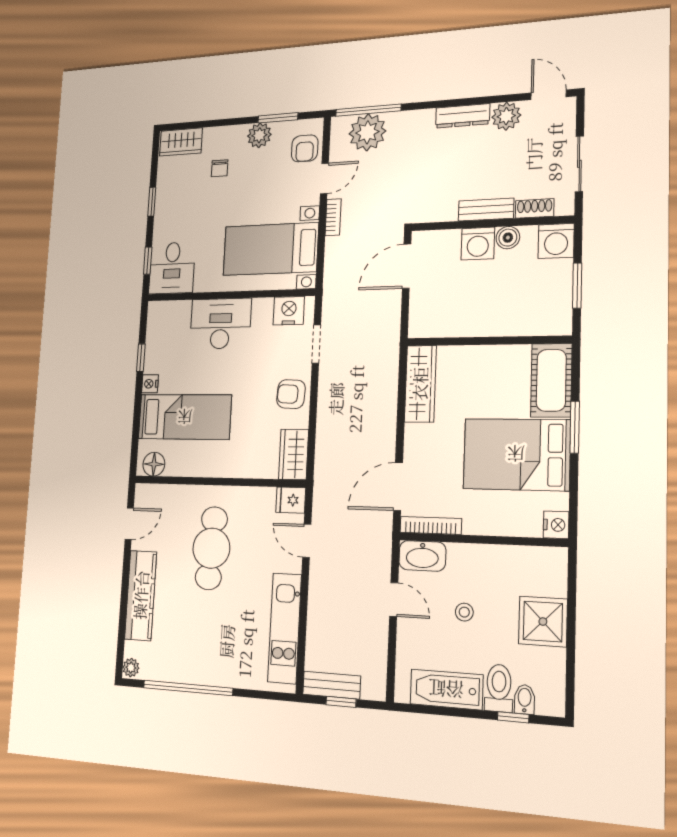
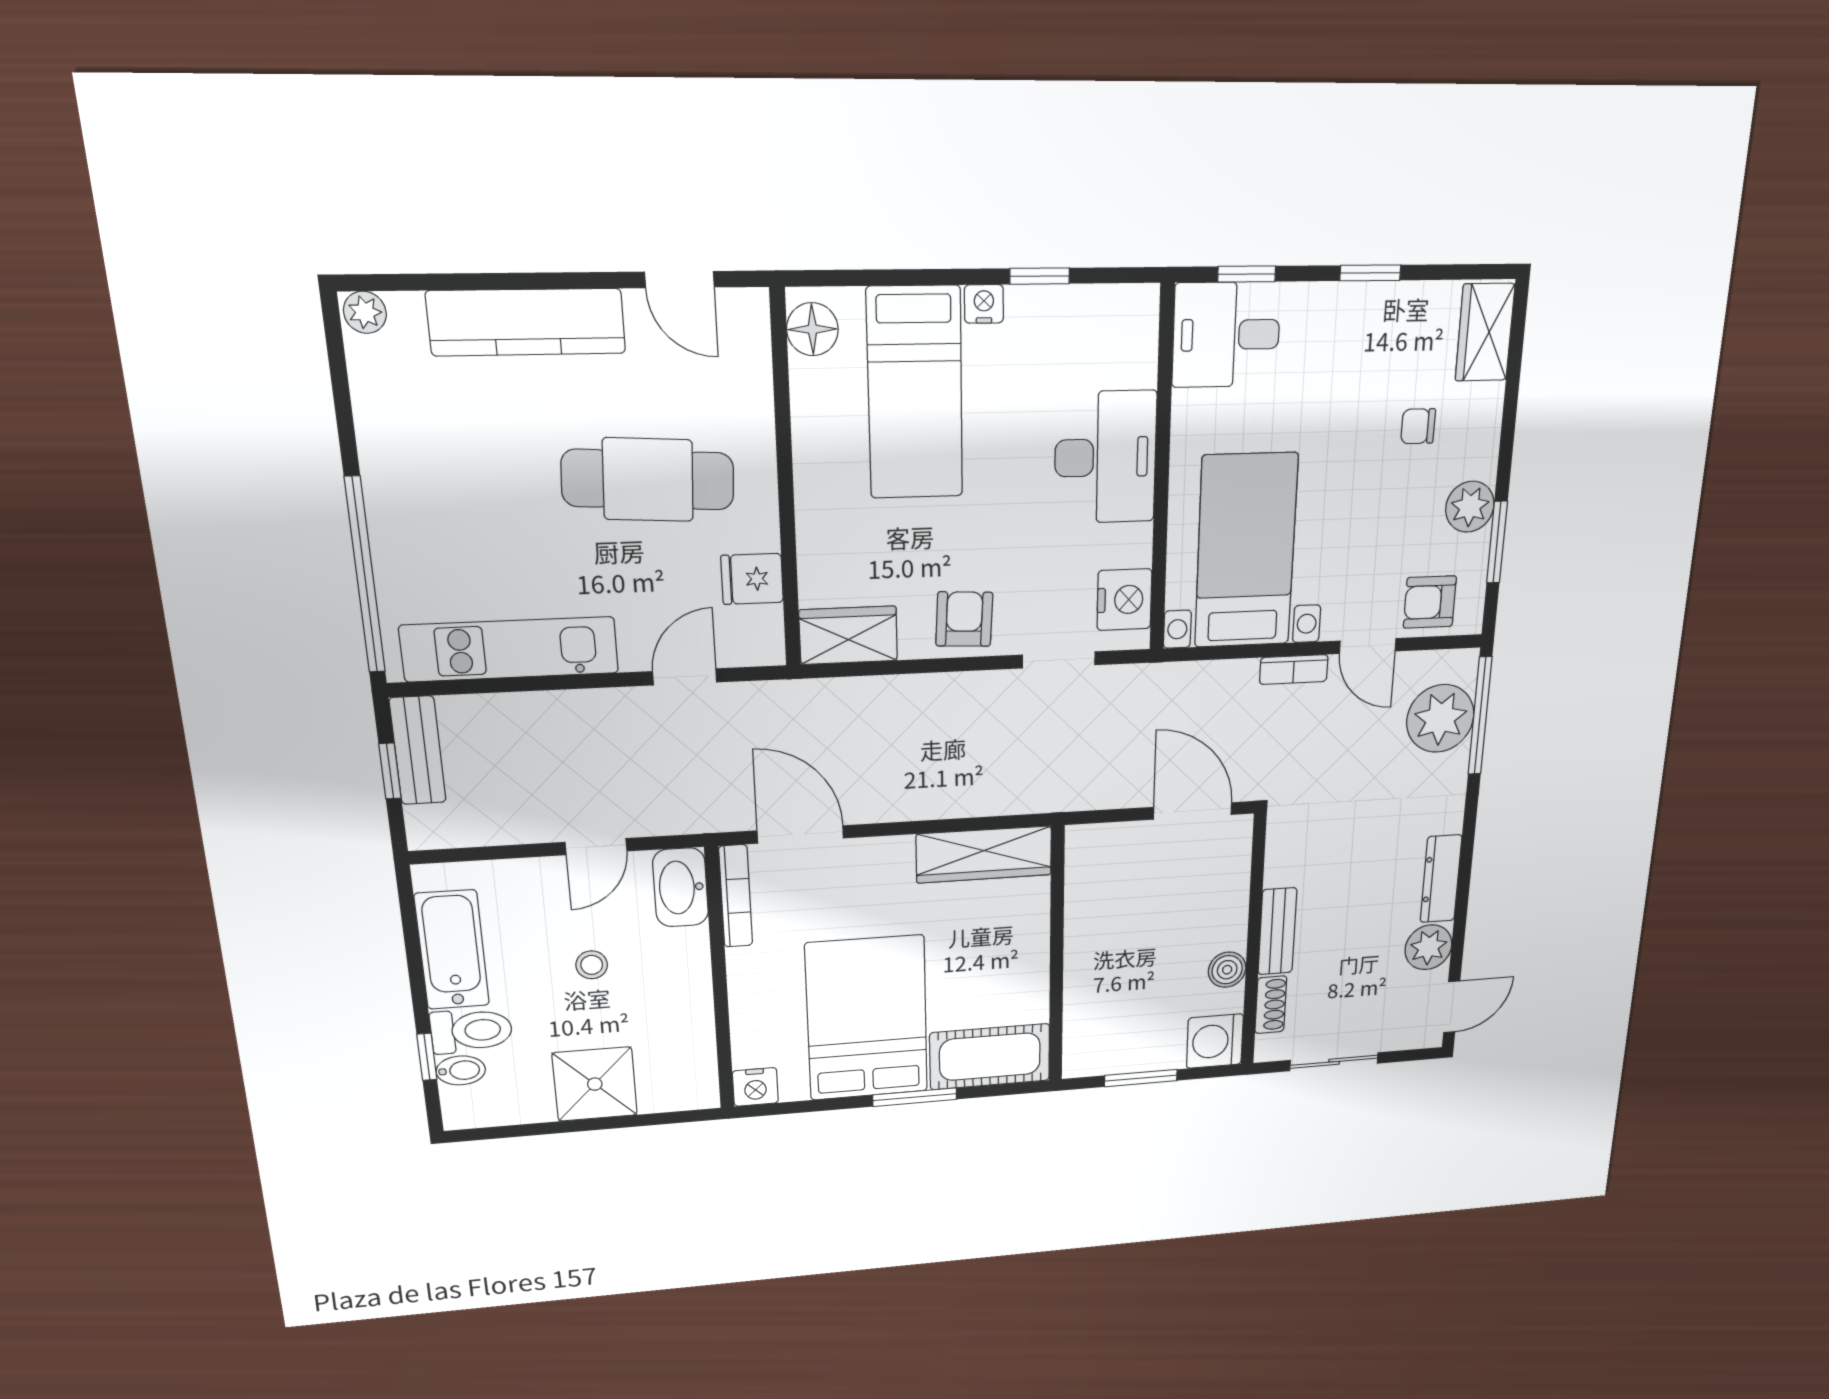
washing machine: (478, 244) -> (1221, 924), removed
fridge: (291, 500) -> (752, 579), moved, turned -90
window: (188, 688) -> (365, 576), moved

